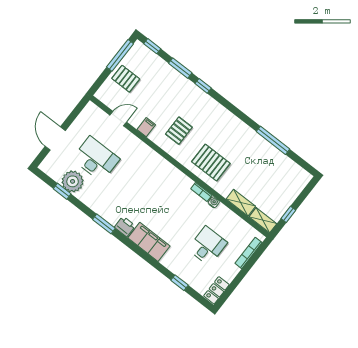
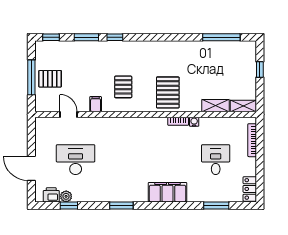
window: (120, 55) -> (31, 77), moved
door: (118, 119) -> (68, 115), hinge flipped
window: (273, 140) -> (221, 37), moved
pallet: (211, 163) -> (168, 92), turned 90
plant: (73, 181) -> (66, 196), width x0.53, depth x0.53
window: (288, 214) -> (260, 70), moved
printer: (125, 226) -> (51, 195), moved
window: (179, 283) -> (216, 205), width x1.50

